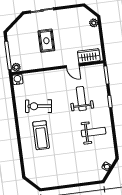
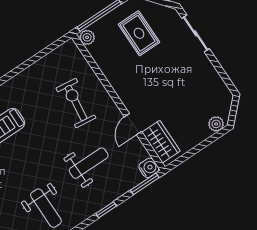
rug: (46, 41) -> (139, 33), moved, turned 90
water cooler: (18, 79) -> (149, 168), moved
exercise bike: (39, 106) -> (76, 103), moved

